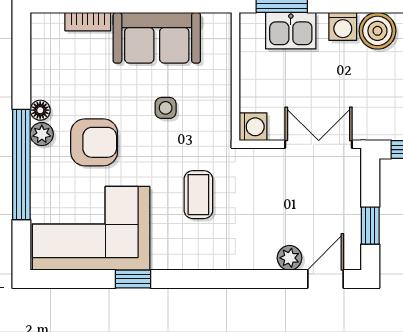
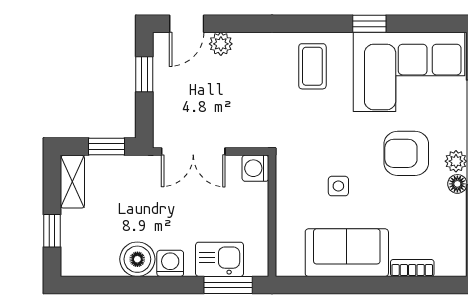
coffee table: (198, 195) -> (312, 66), moved

